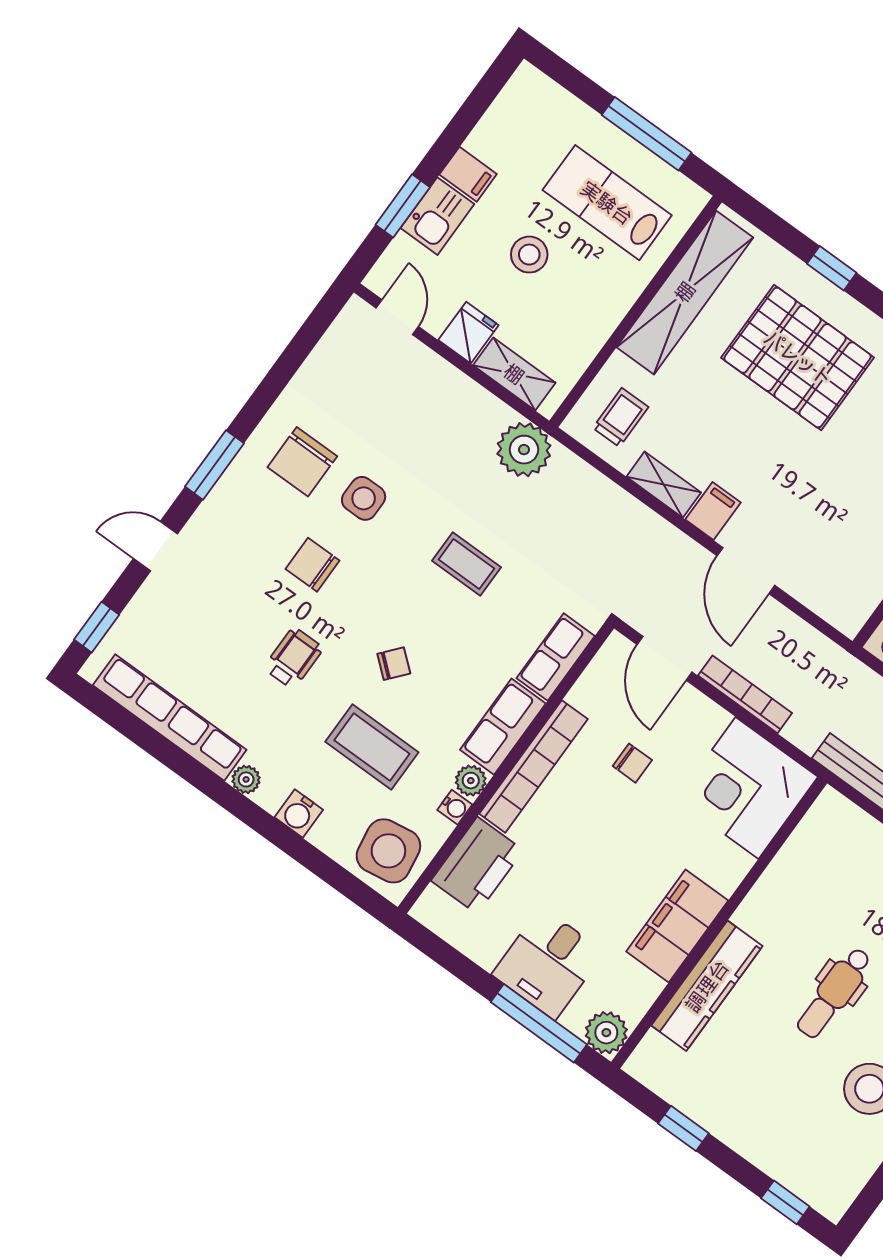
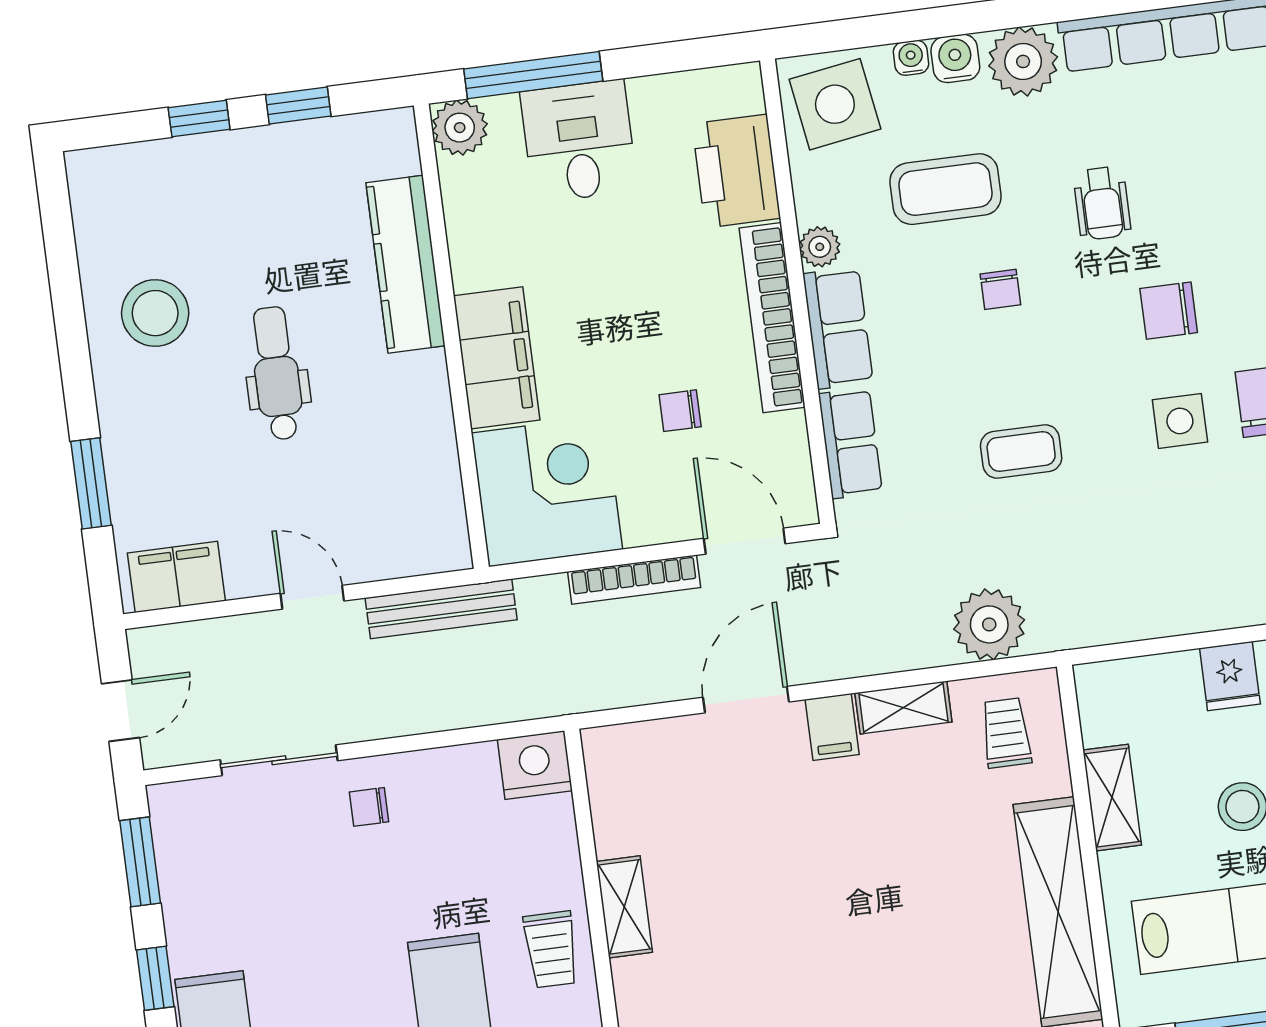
pallet: (798, 358) -> (890, 952), removed
shelving: (514, 374) -> (1112, 798), moved, turned 90
trolley: (621, 417) -> (1006, 733), turned 180
plant: (524, 450) -> (989, 624), moved
chair: (313, 565) -> (1169, 311), turned 180
door: (746, 571) -> (746, 700), hinge flipped
chair: (394, 664) -> (1000, 289), turned -40
plant: (246, 779) -> (1023, 61), width x1.88, depth x1.88
water cooler: (455, 807) -> (911, 58), moved, turned 90
filing cabinet: (677, 926) -> (497, 358), moved
window: (785, 1202) -> (199, 118), moved

